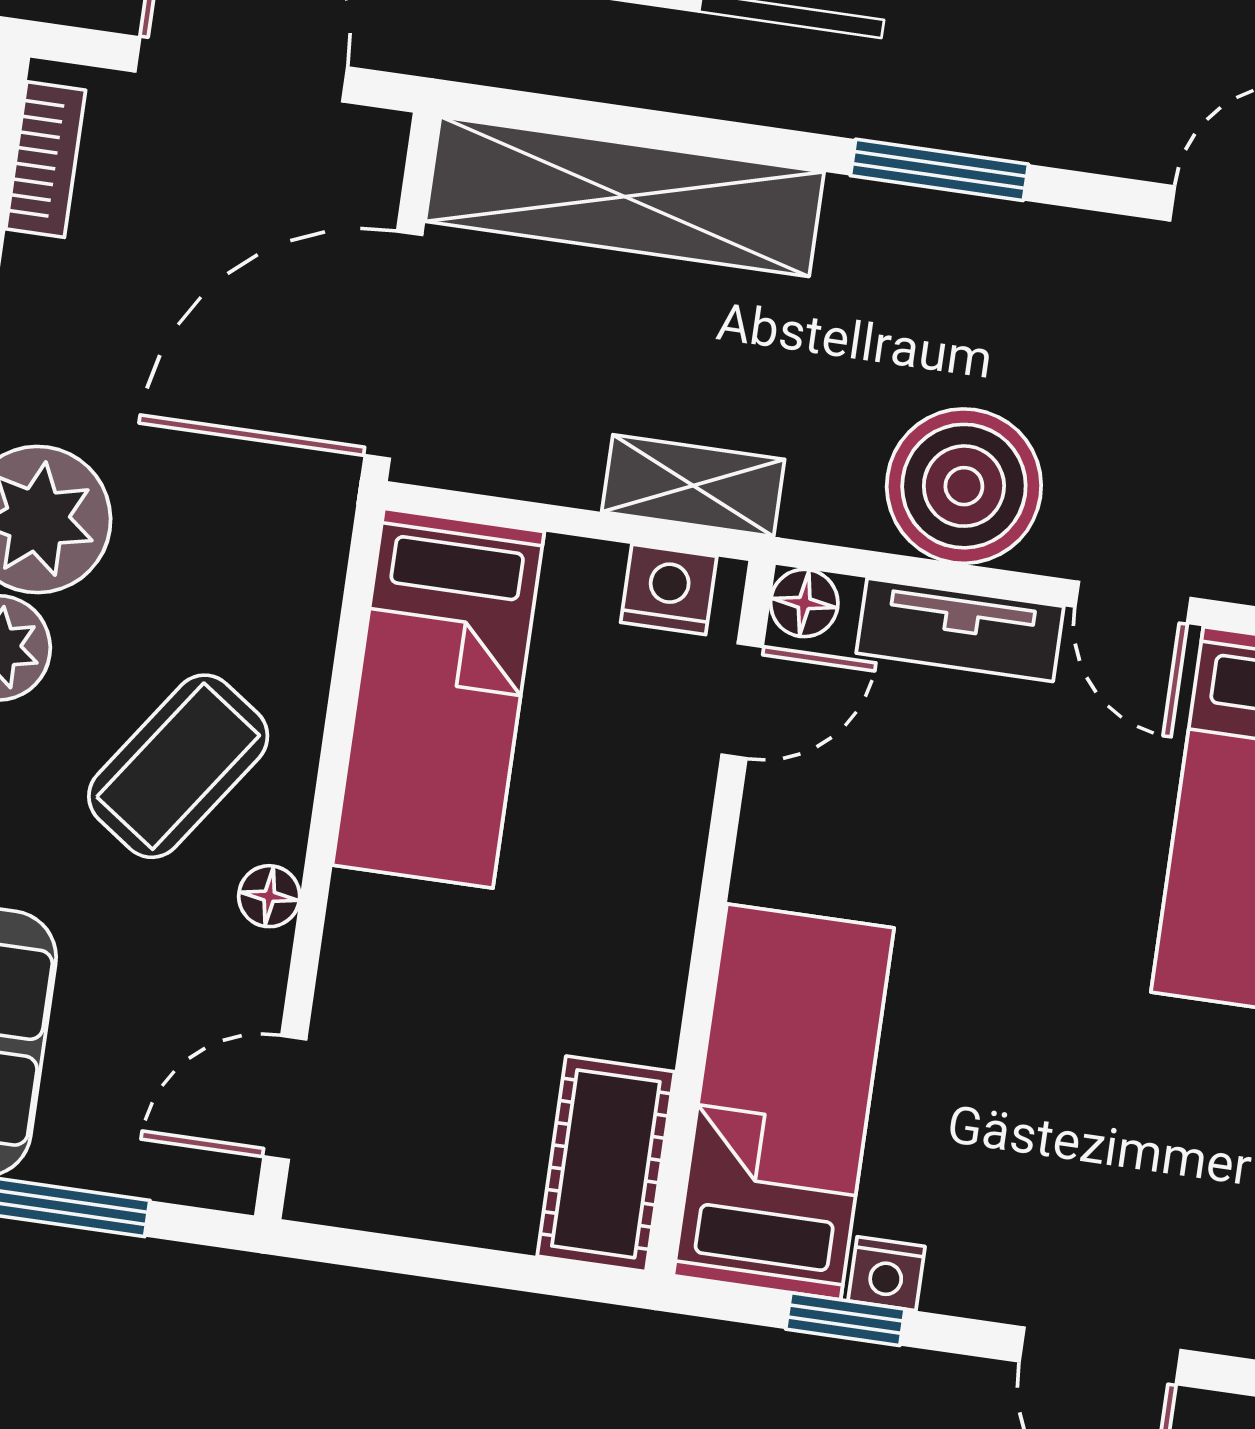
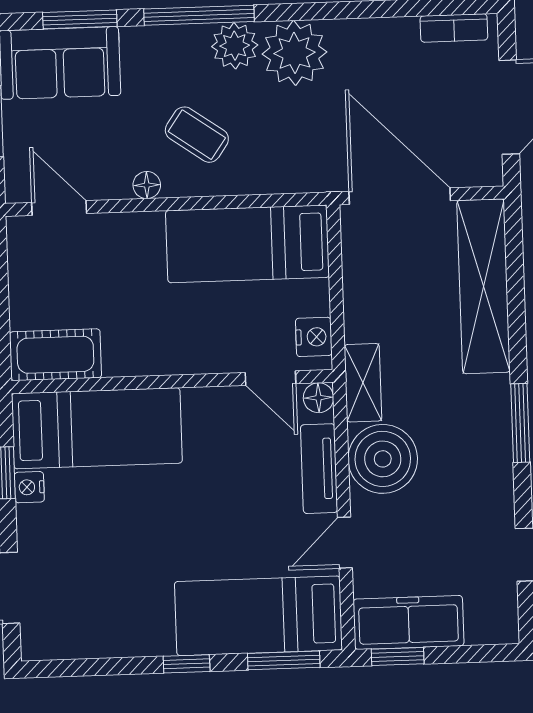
shelving: (693, 486) -> (363, 383), moved
coffee table: (178, 766) -> (197, 135), width x0.73, depth x0.77

